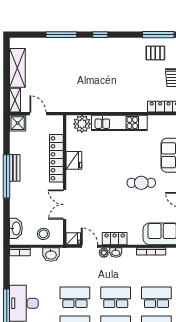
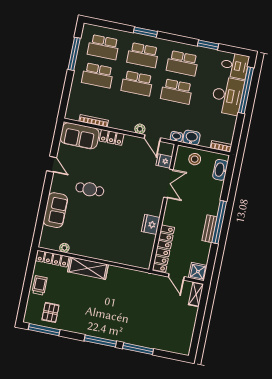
window: (100, 35) -> (100, 341), width x2.17
pallet: (155, 53) -> (50, 312), turned 90
shelving: (17, 68) -> (88, 268), moved, turned 90
kitchen unit: (119, 123) -> (99, 252), removed
plant: (82, 124) -> (64, 248), moved, width x0.53, depth x0.53
locker: (56, 158) -> (163, 249), moved
fridge: (73, 239) -> (164, 161), moved
locker: (115, 239) -> (112, 137), moved
washbasin: (116, 253) -> (176, 137), moved

